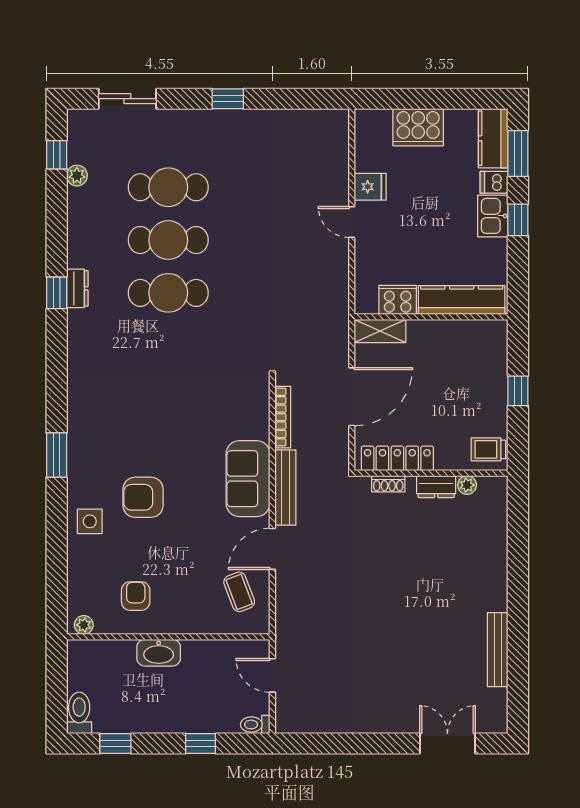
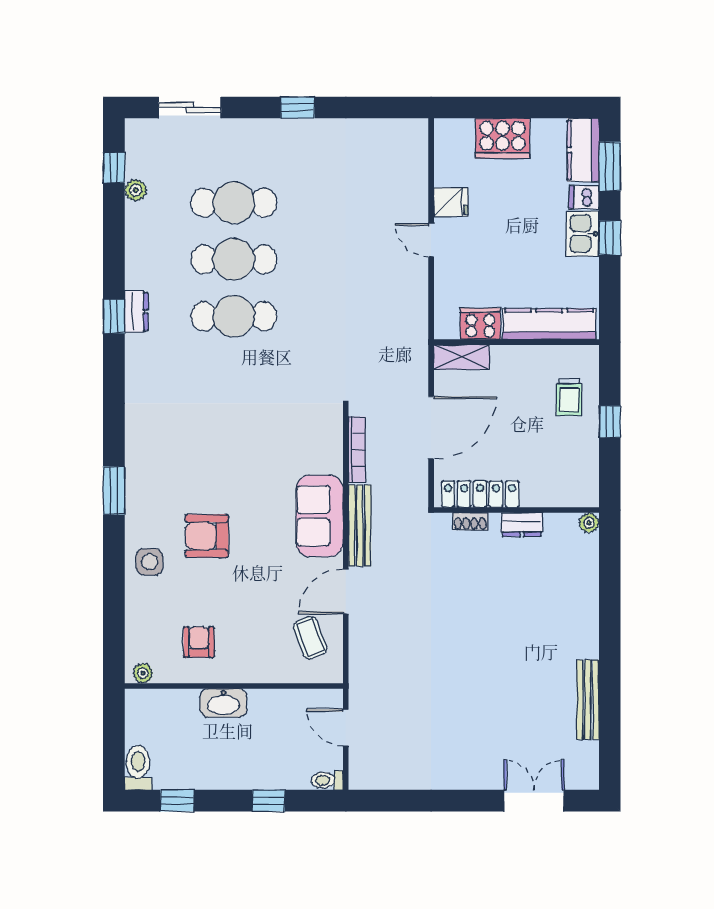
trolley: (488, 449) -> (569, 397), moved, turned -90
plant: (467, 485) -> (589, 523), moved

